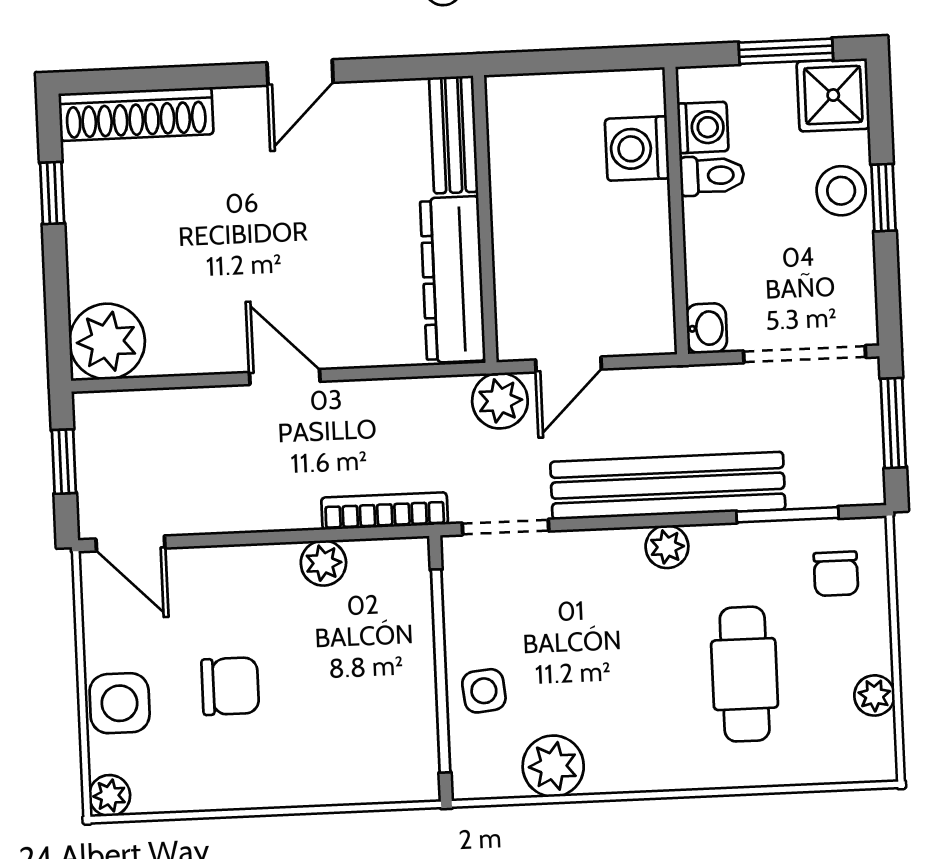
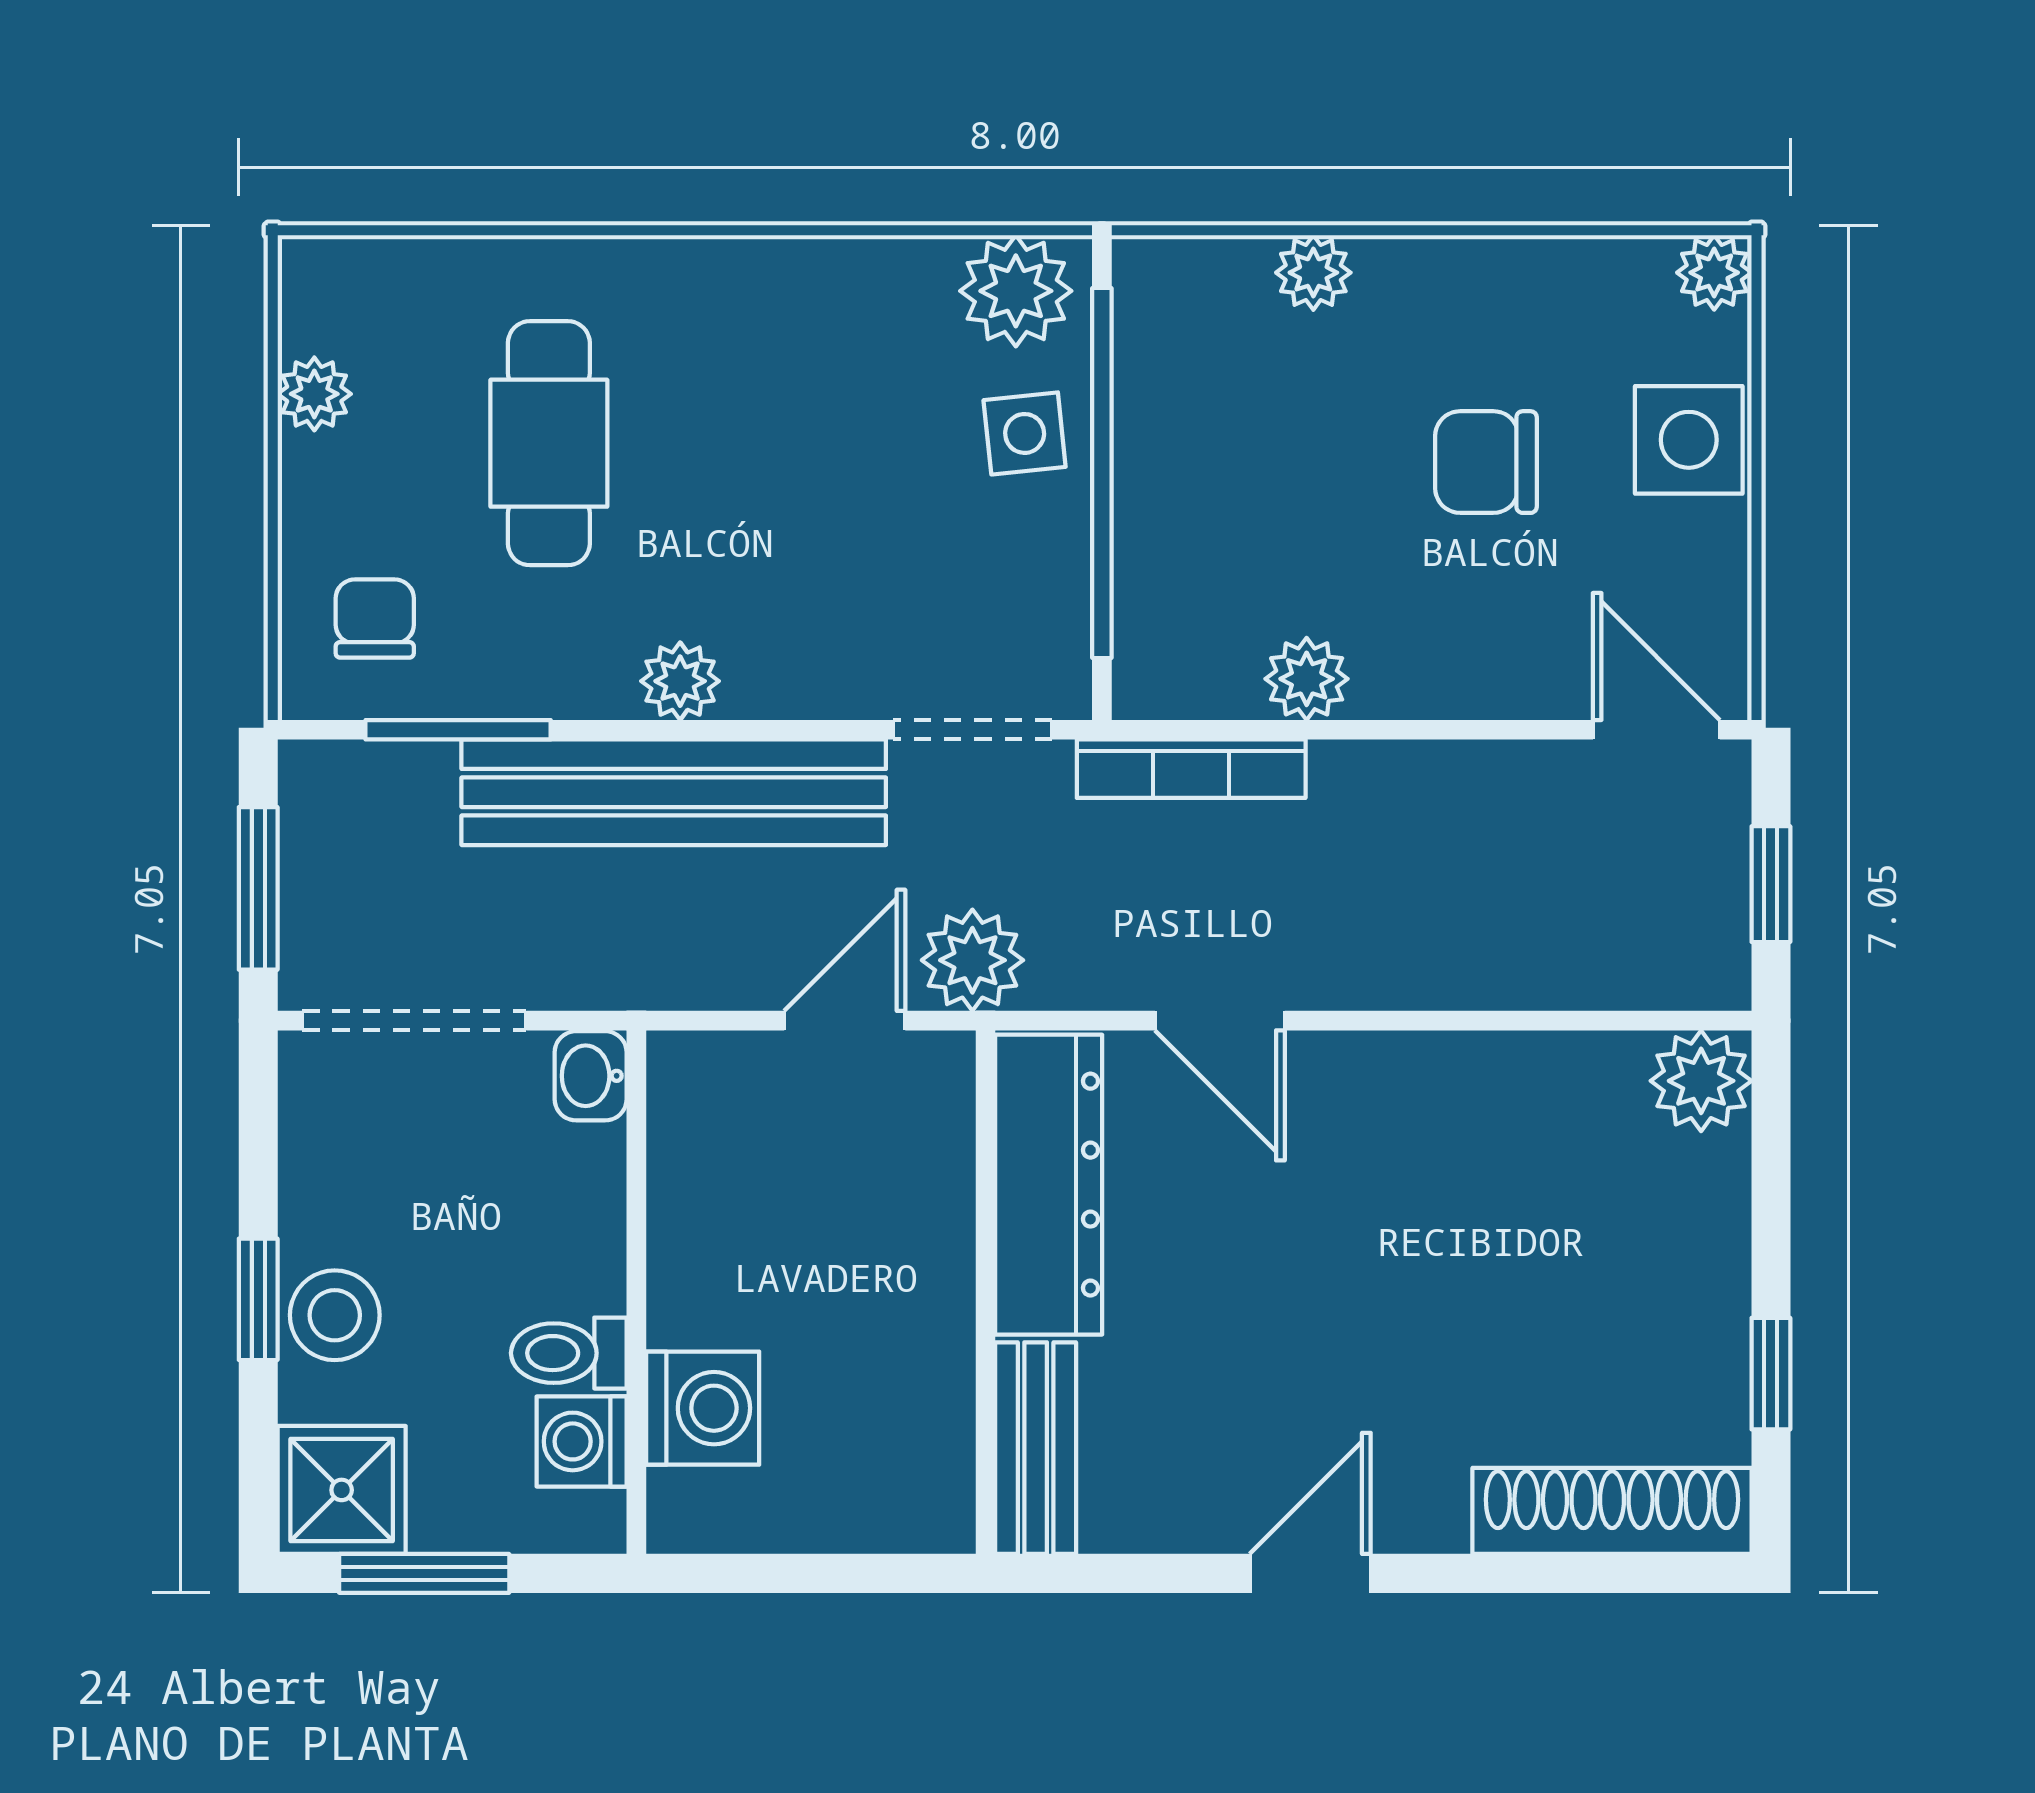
plant: (107, 341) -> (1701, 1081), width x0.73, depth x0.73
door: (285, 377) -> (1220, 1021), moved
plant: (553, 766) -> (1016, 291), moved
plant: (329, 786) -> (1313, 273), added

